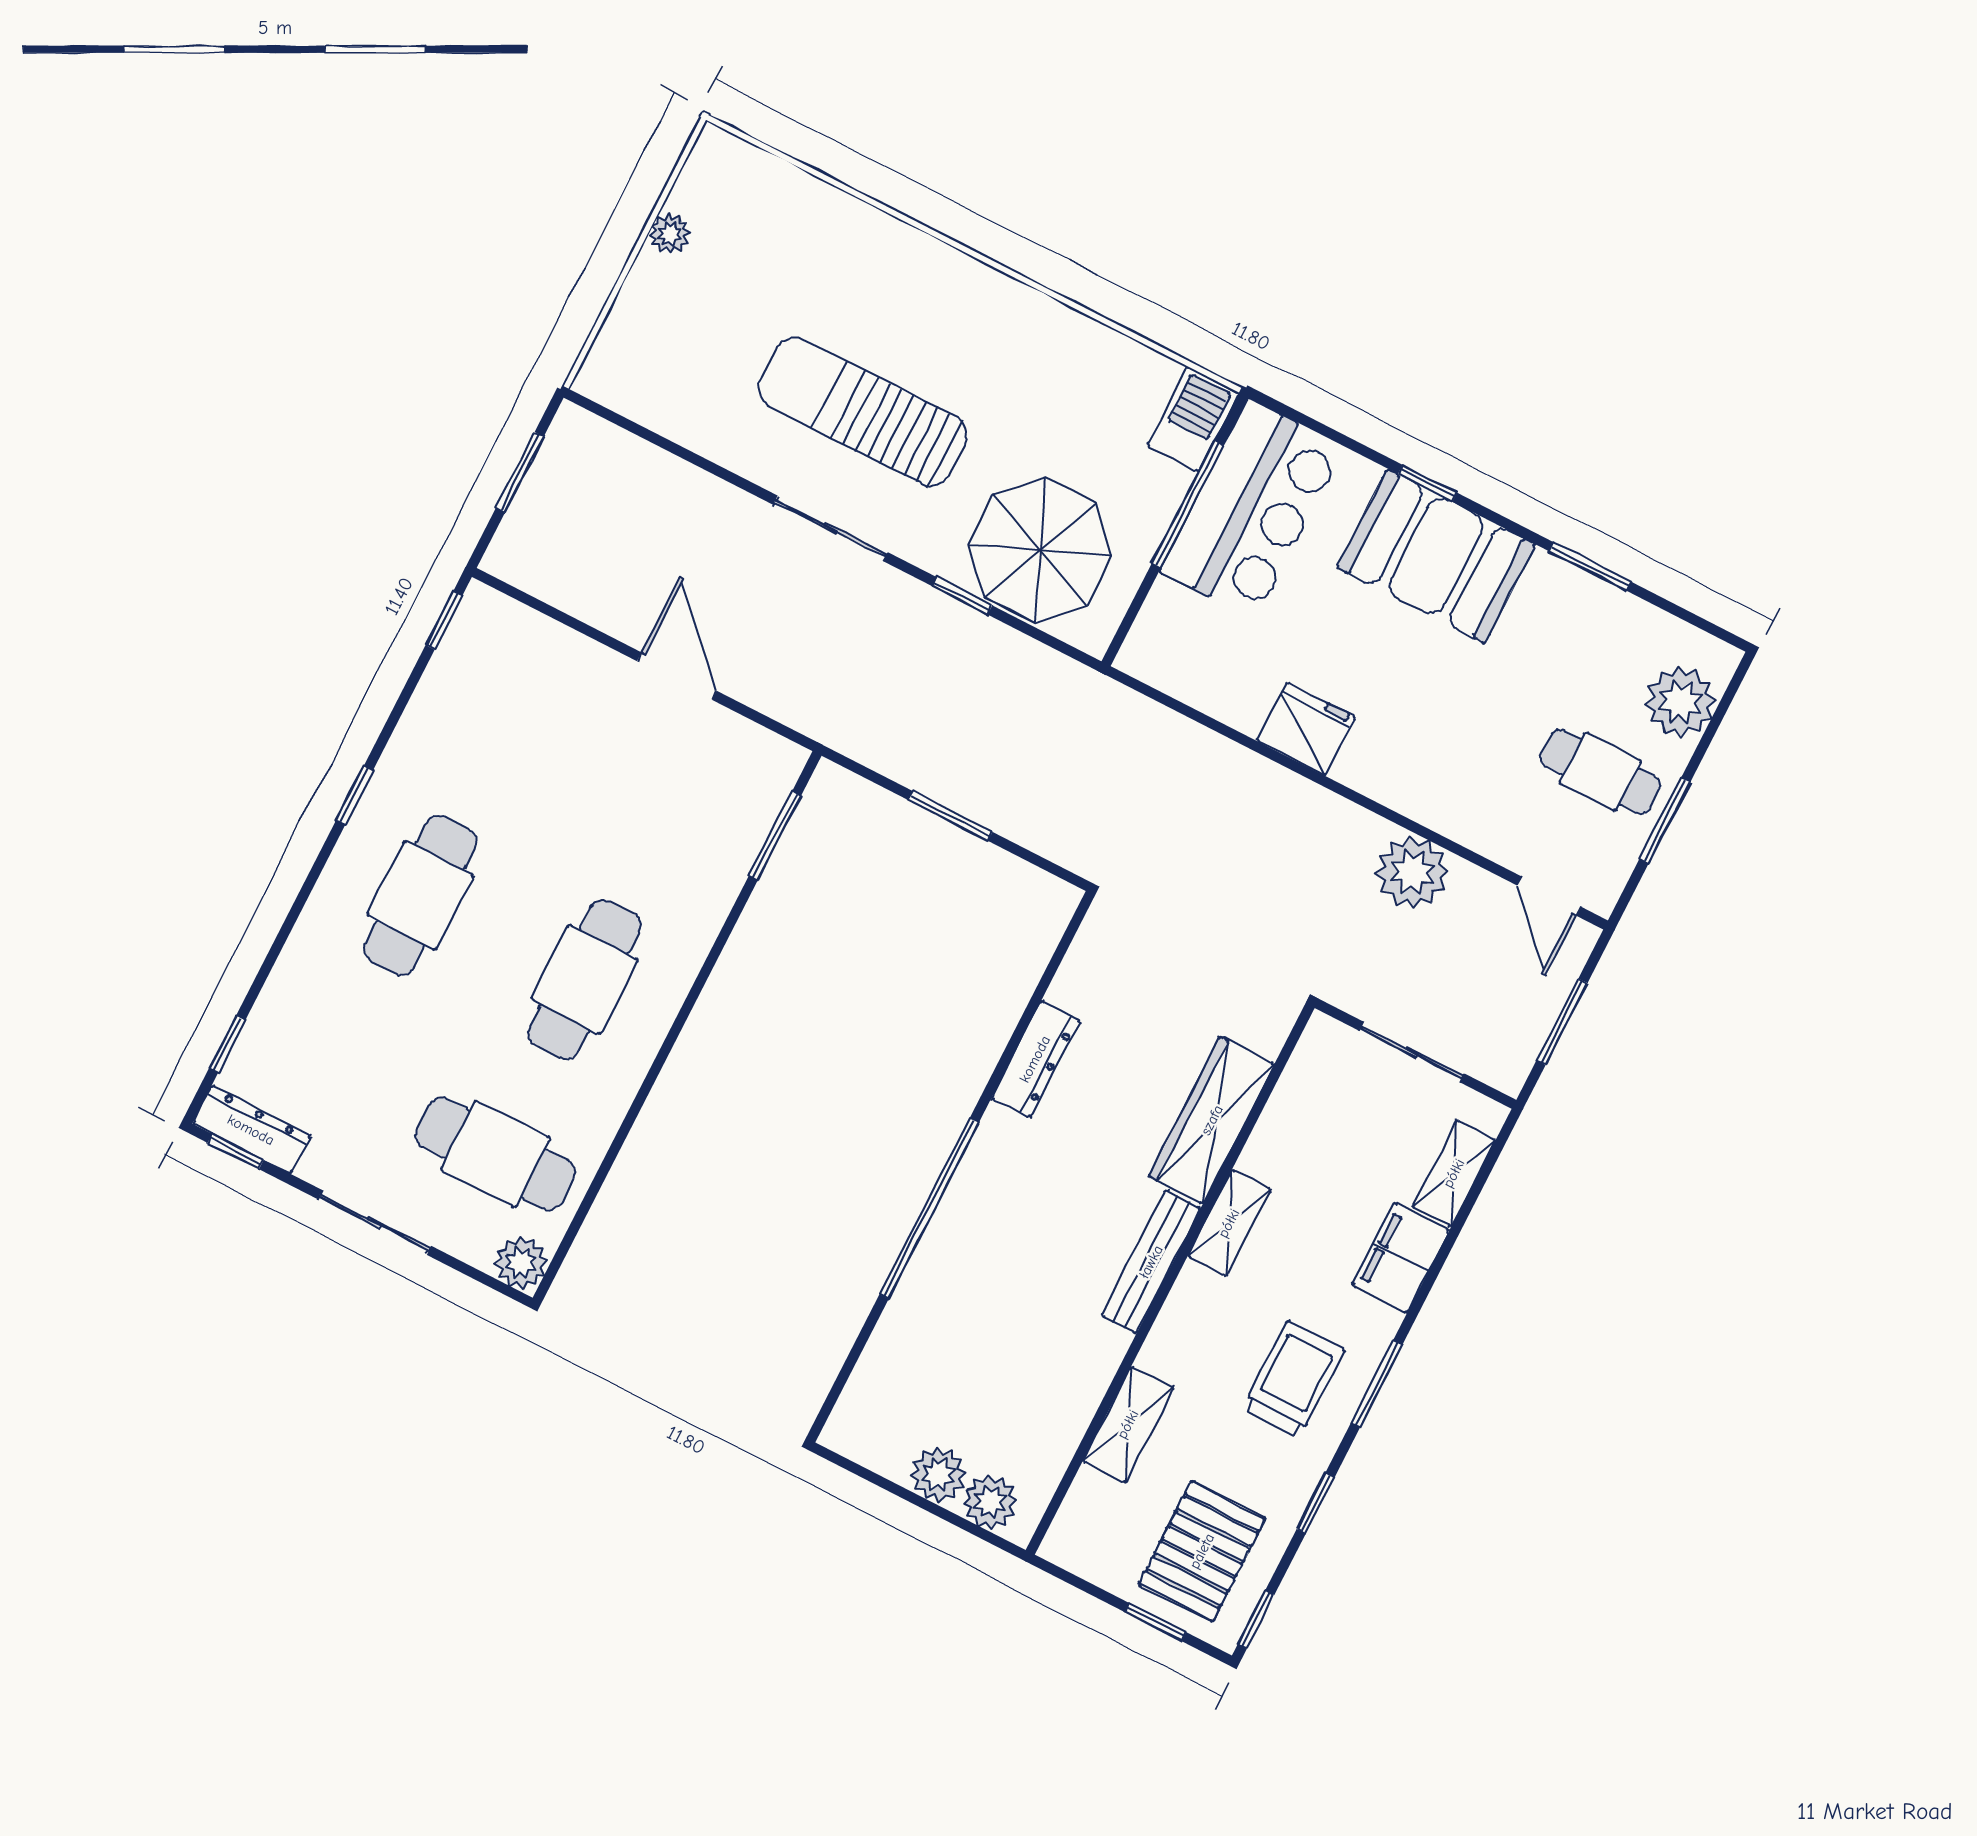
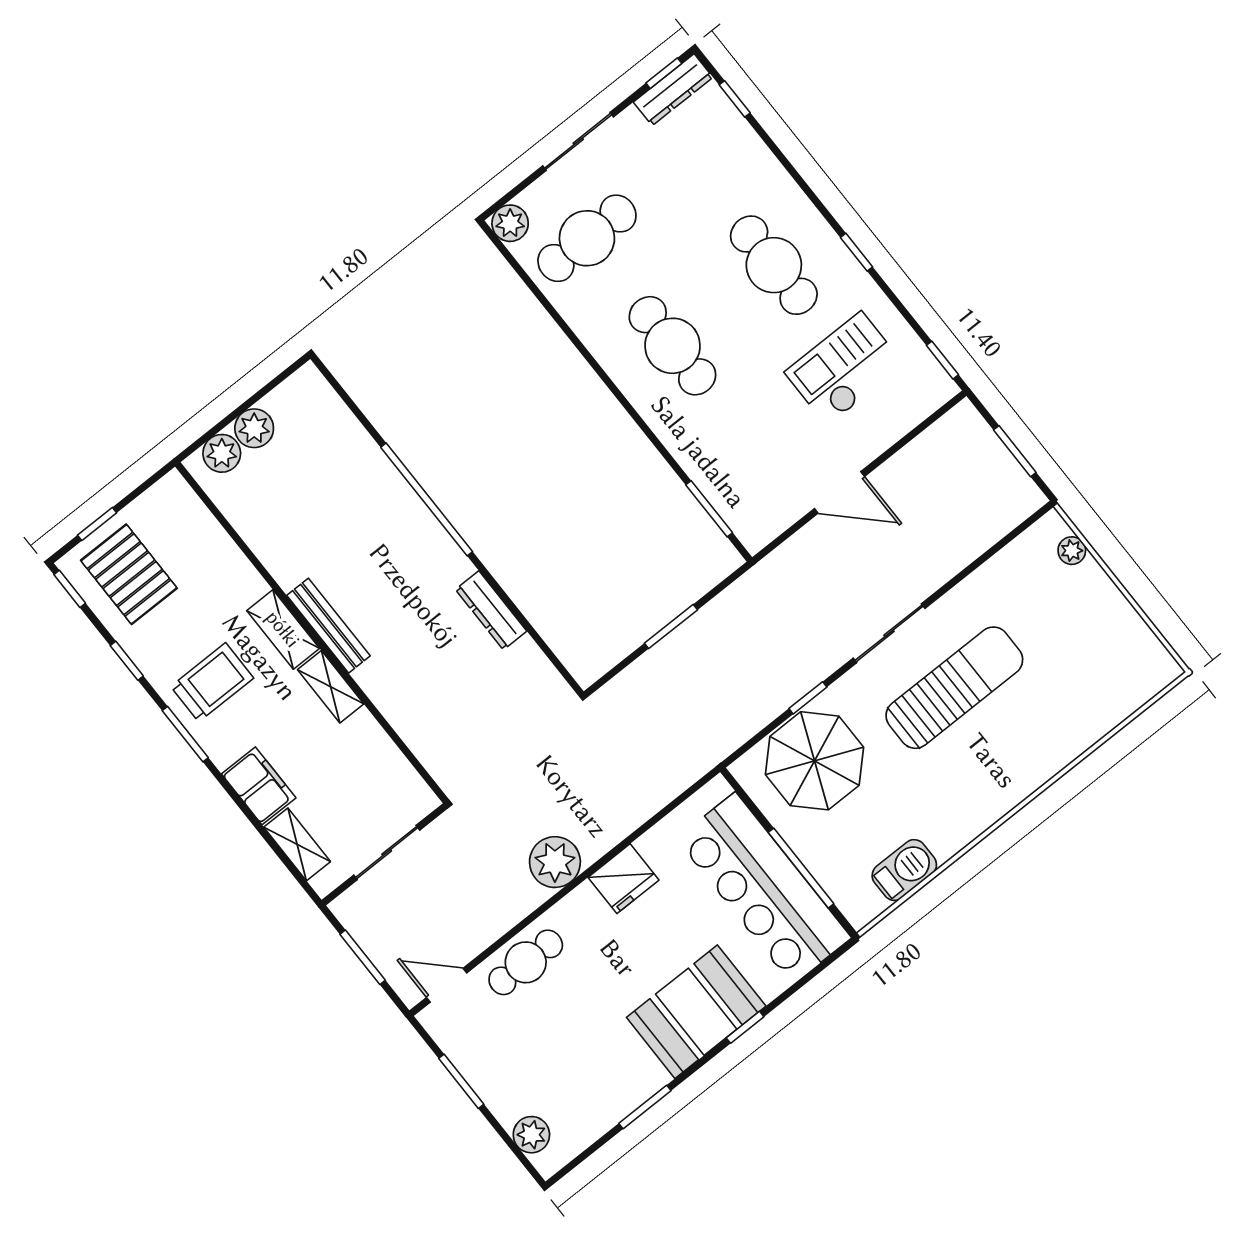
plant: (670, 234) -> (1072, 551), moved
barbecue: (1193, 419) -> (904, 870), moved, turned -90
bar counter: (1252, 509) -> (764, 888), width x1.36
plant: (1680, 702) -> (531, 1135), width x0.73, depth x0.73
checkout: (513, 743) -> (844, 369), added
cafe table: (1600, 772) -> (526, 962), moved
plant: (1412, 873) -> (555, 862), moved
wardrobe: (1212, 1120) -> (401, 705), removed
trolley: (1293, 1379) -> (212, 682), turned -90
shelving: (1128, 1424) -> (283, 629), moved

